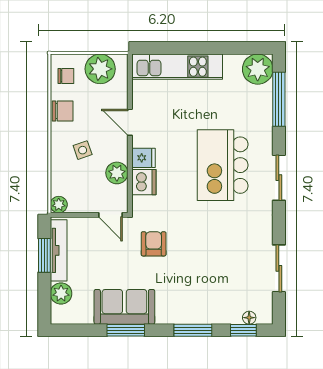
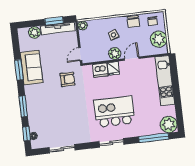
plant: (117, 173) -> (115, 54), moved

